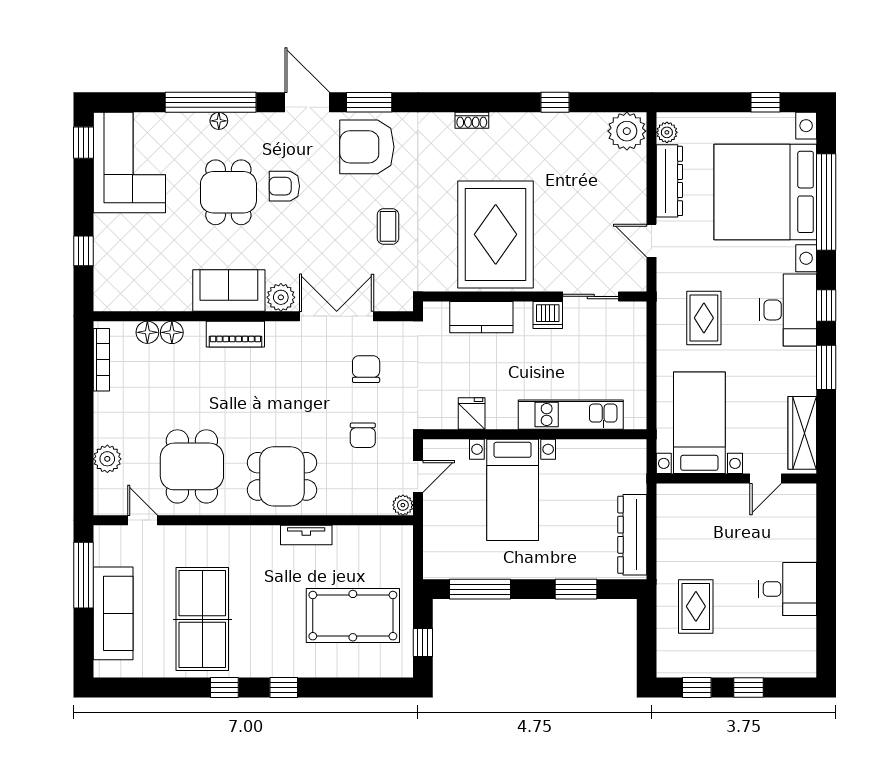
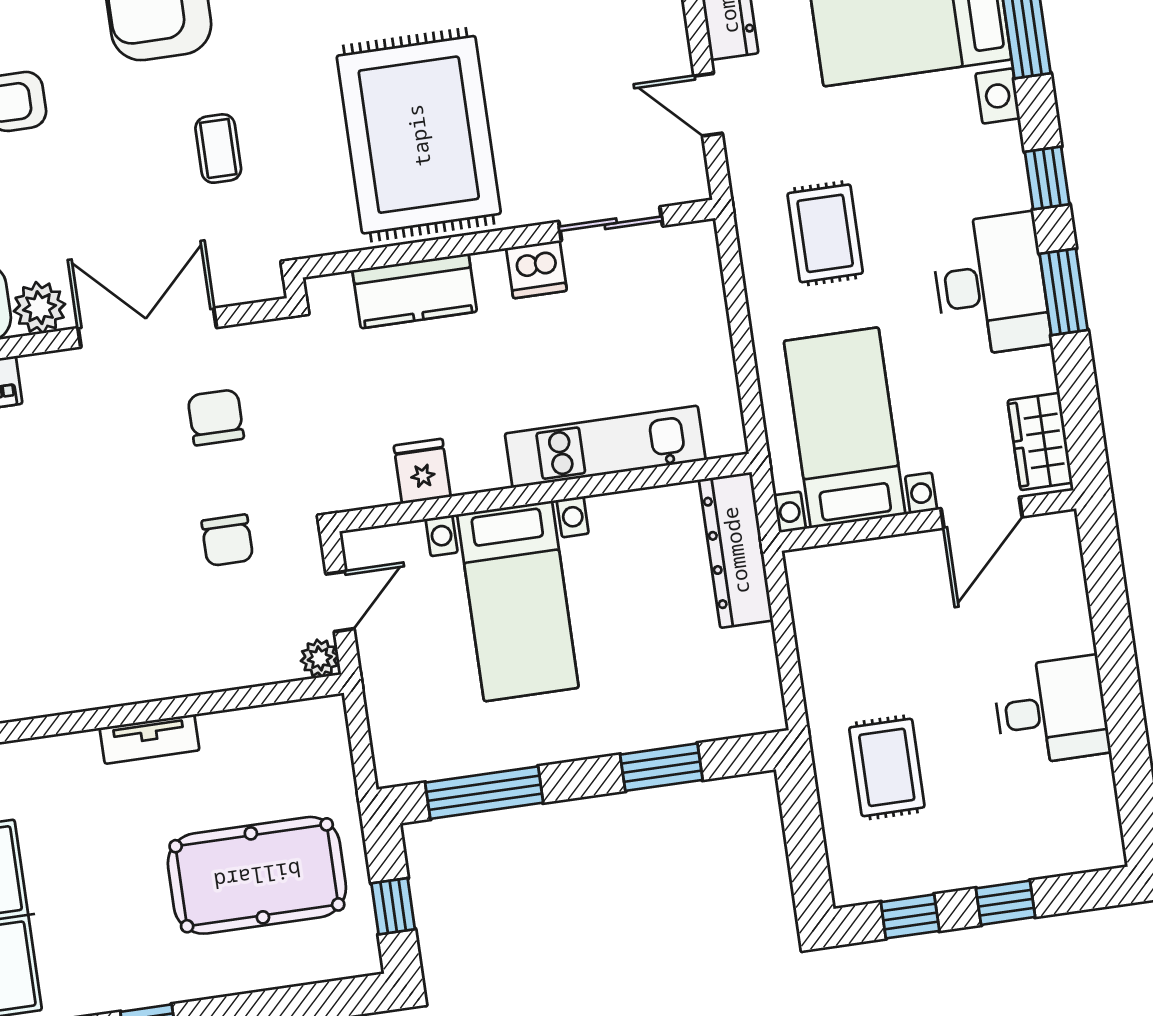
desk: (788, 310) -> (991, 285), moved
wardrobe: (802, 433) -> (1040, 442), width x0.67
dining table: (282, 476) -> (89, 637), removed
door: (766, 478) -> (982, 513), width x1.38
dresser: (632, 535) -> (736, 550), moved

